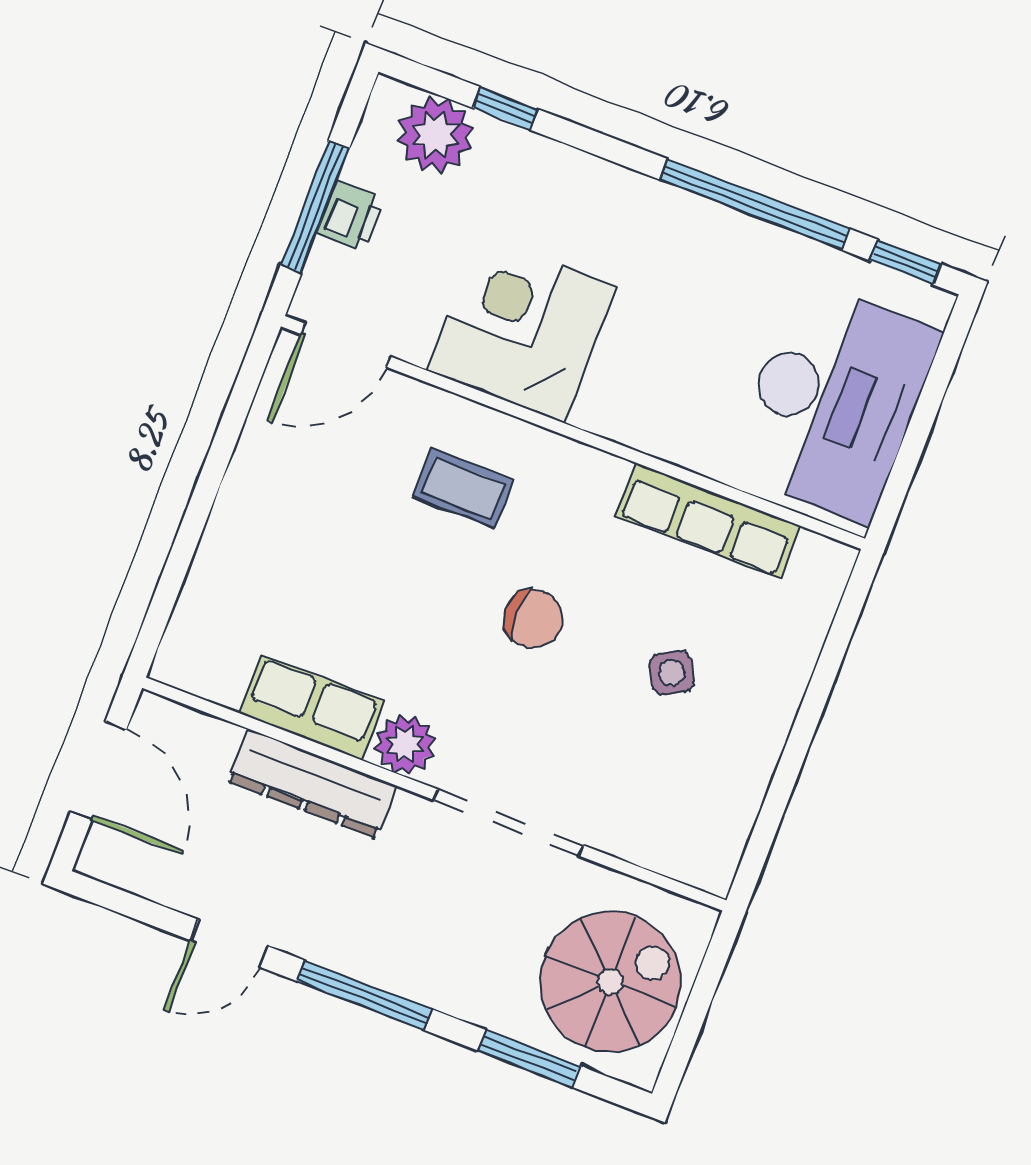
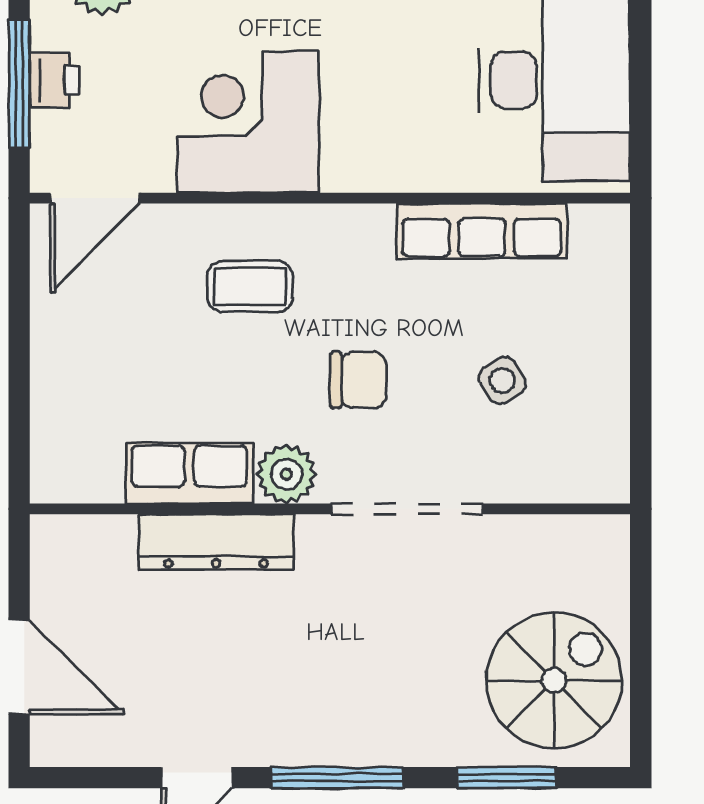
row of seats: (311, 707) -> (189, 473), moved
plant: (405, 744) -> (286, 474), moved
dresser: (312, 784) -> (216, 542), moved
wall: (434, 794) -> (330, 509), moved
doorway: (509, 823) -> (407, 509), moved

